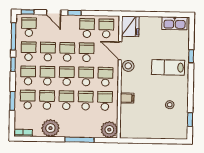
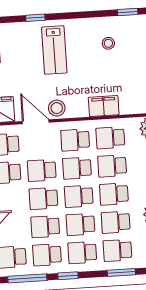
door: (120, 51) -> (36, 122), swing flipped
filing cabinet: (127, 98) -> (104, 106), width x2.00

